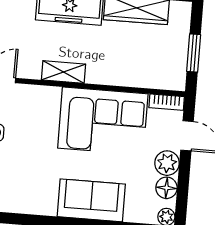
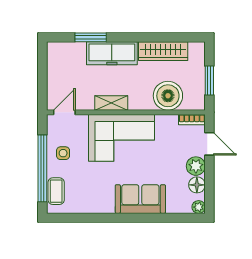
boiler: (138, 69) -> (168, 96), added
corner sofa: (103, 121) -> (121, 138), moved

